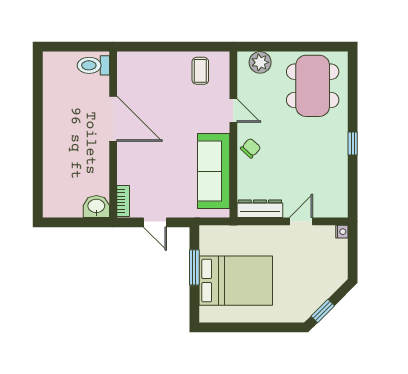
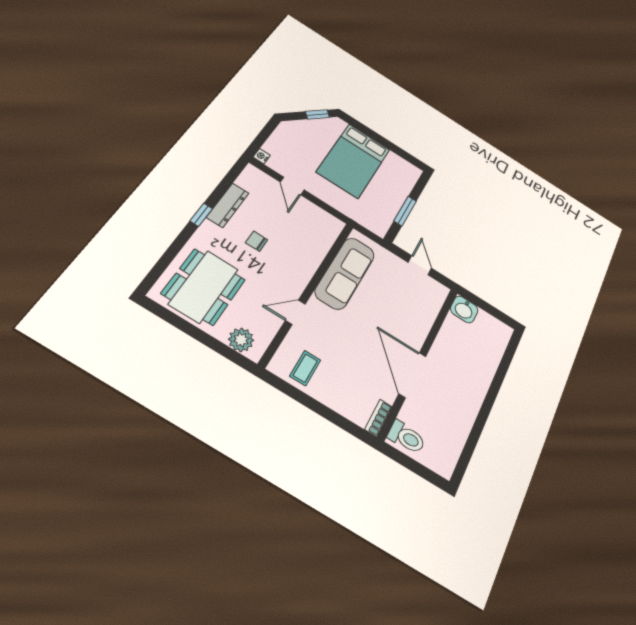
door: (233, 111) -> (295, 312), hinge flipped
chair: (251, 148) -> (257, 241), moved, turned 47
bookcase: (123, 201) -> (378, 418), moved
dresser: (260, 209) -> (228, 205), moved, turned -90
door: (301, 221) -> (292, 186), hinge flipped
bed: (236, 281) -> (353, 161), moved, turned -90

